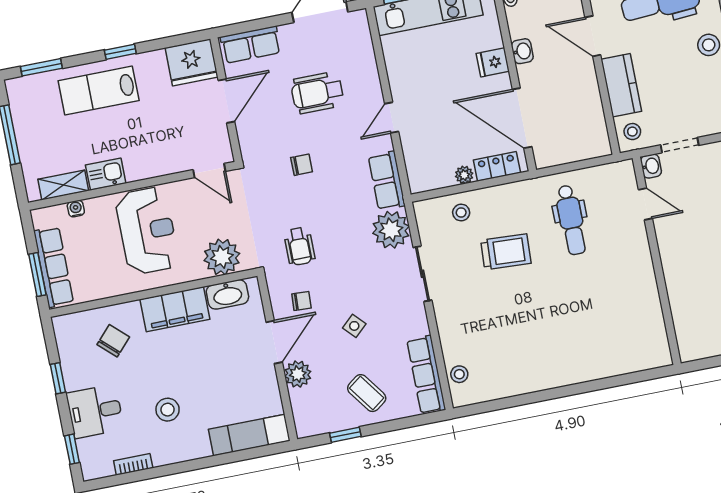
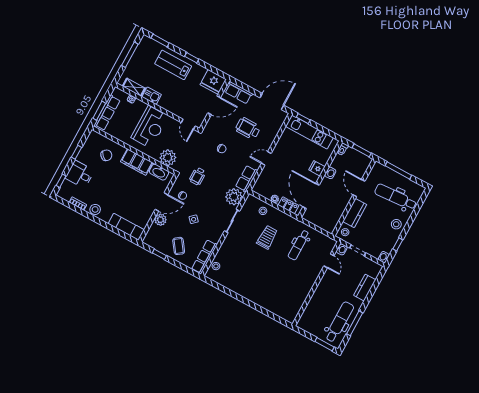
trolley: (506, 252) -> (267, 237), turned -93
stool: (168, 410) -> (95, 209), moved

